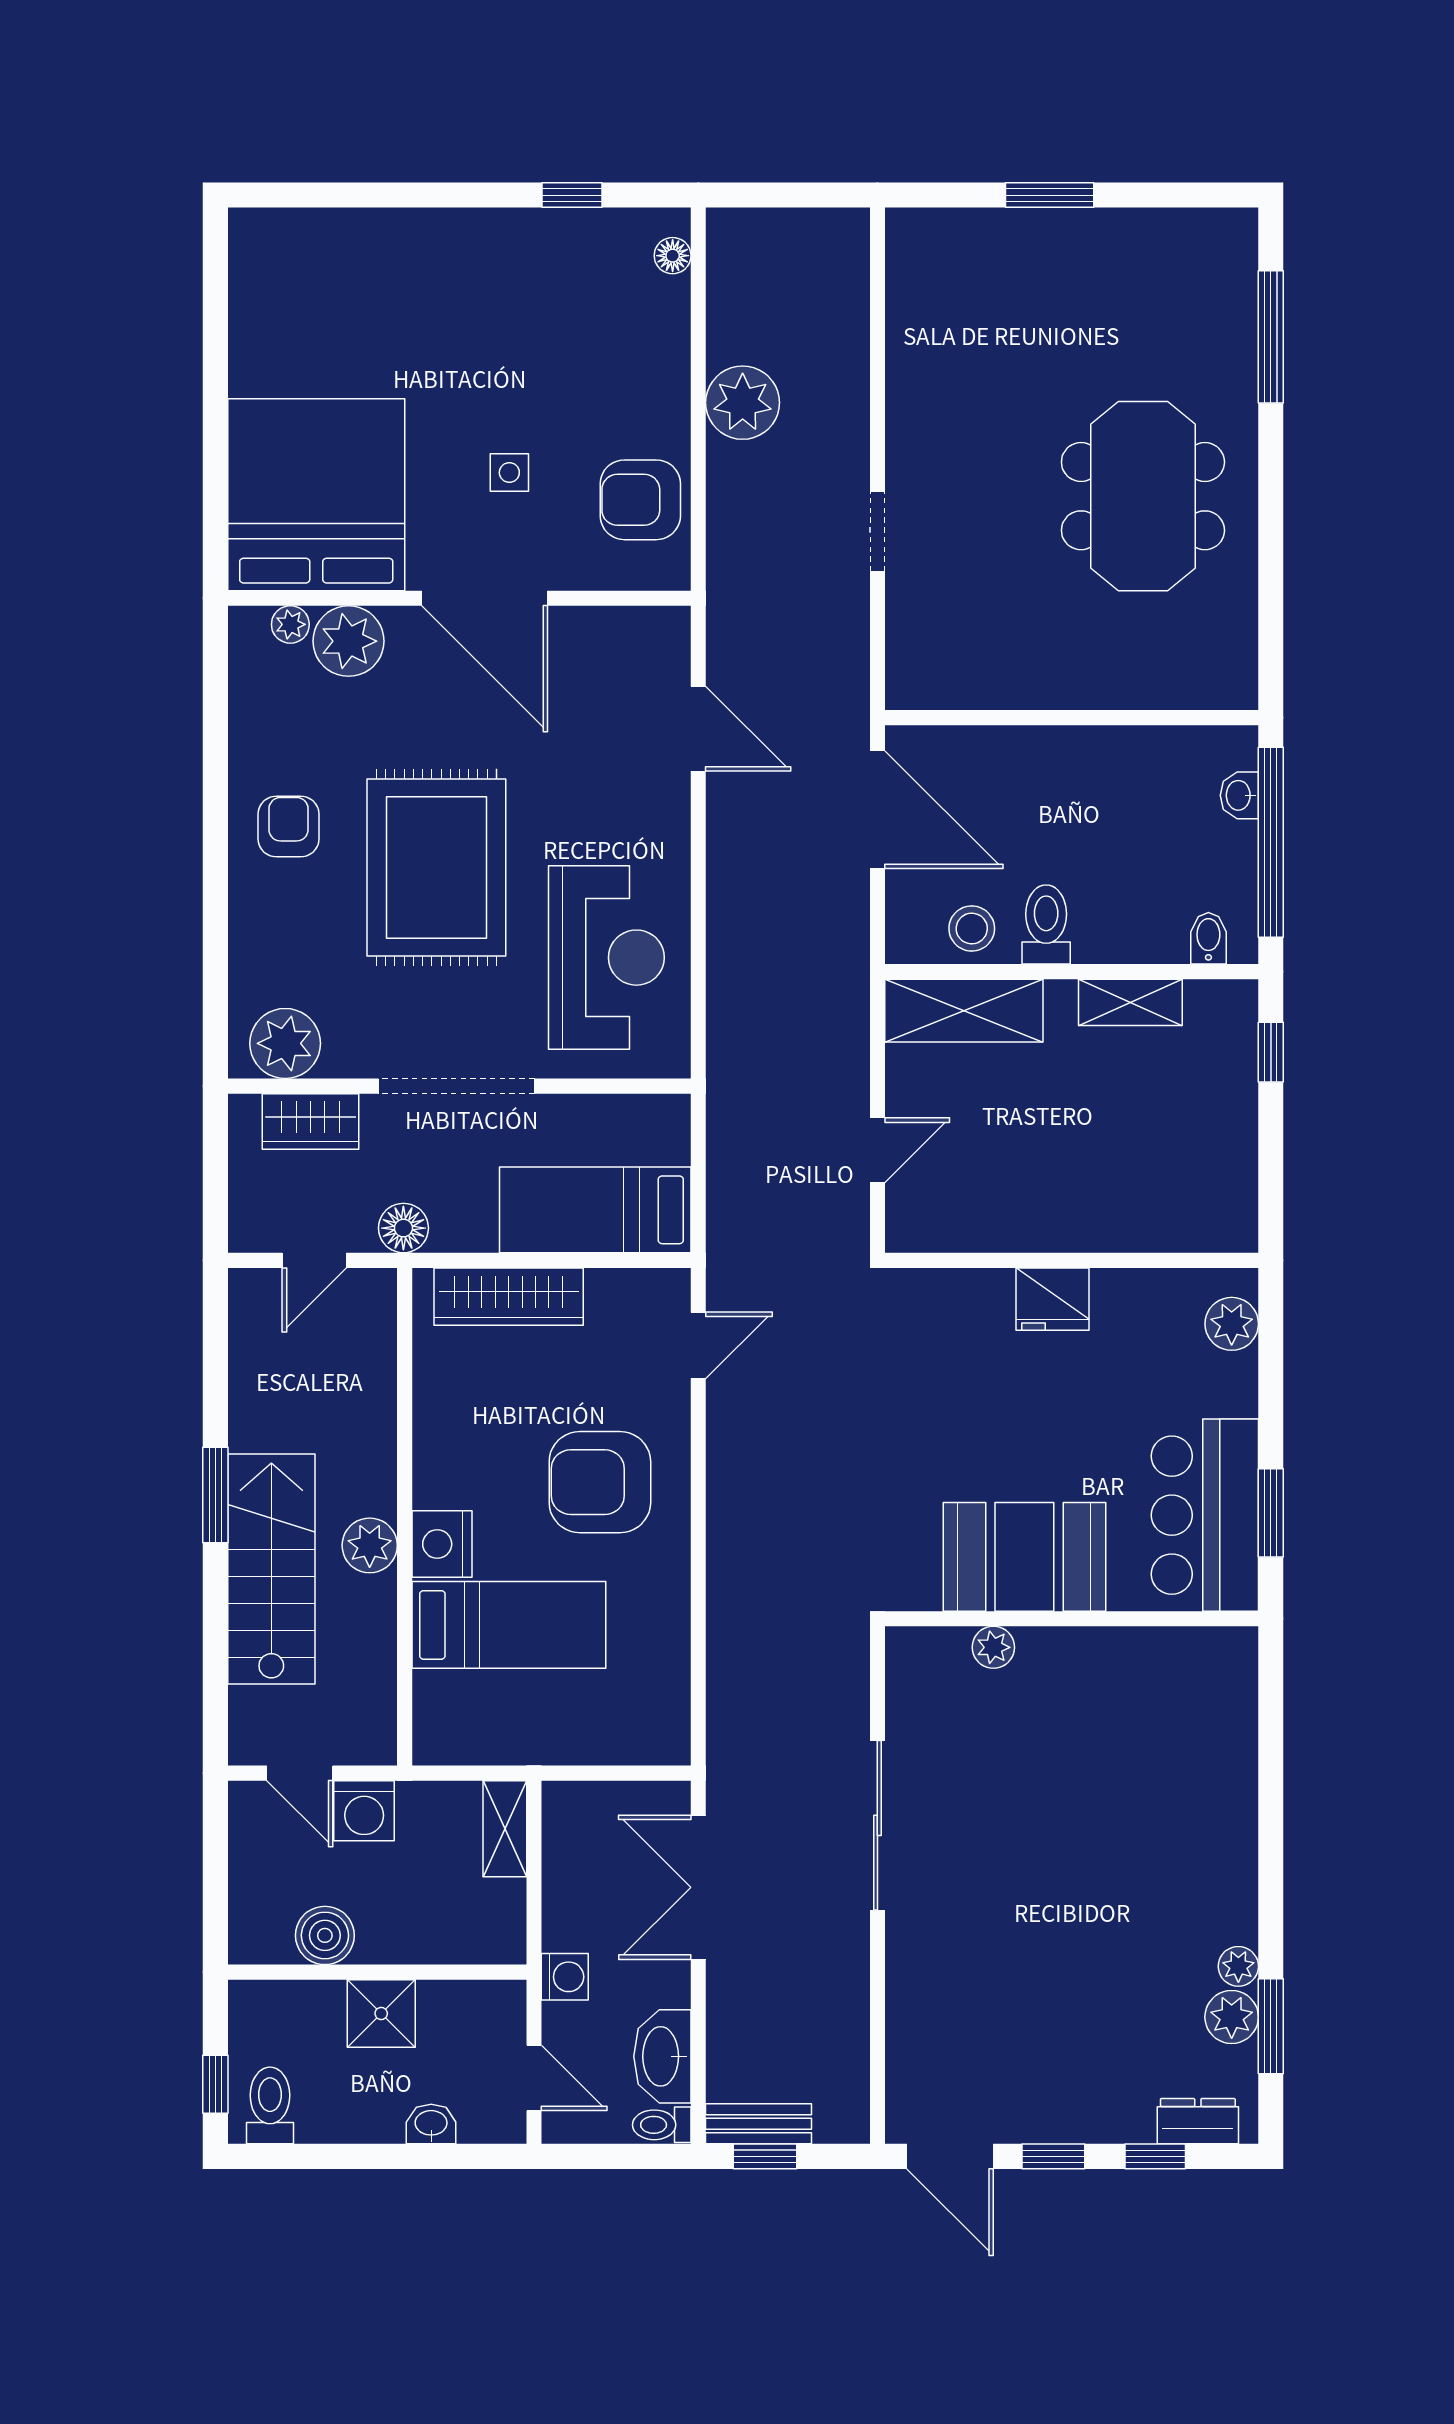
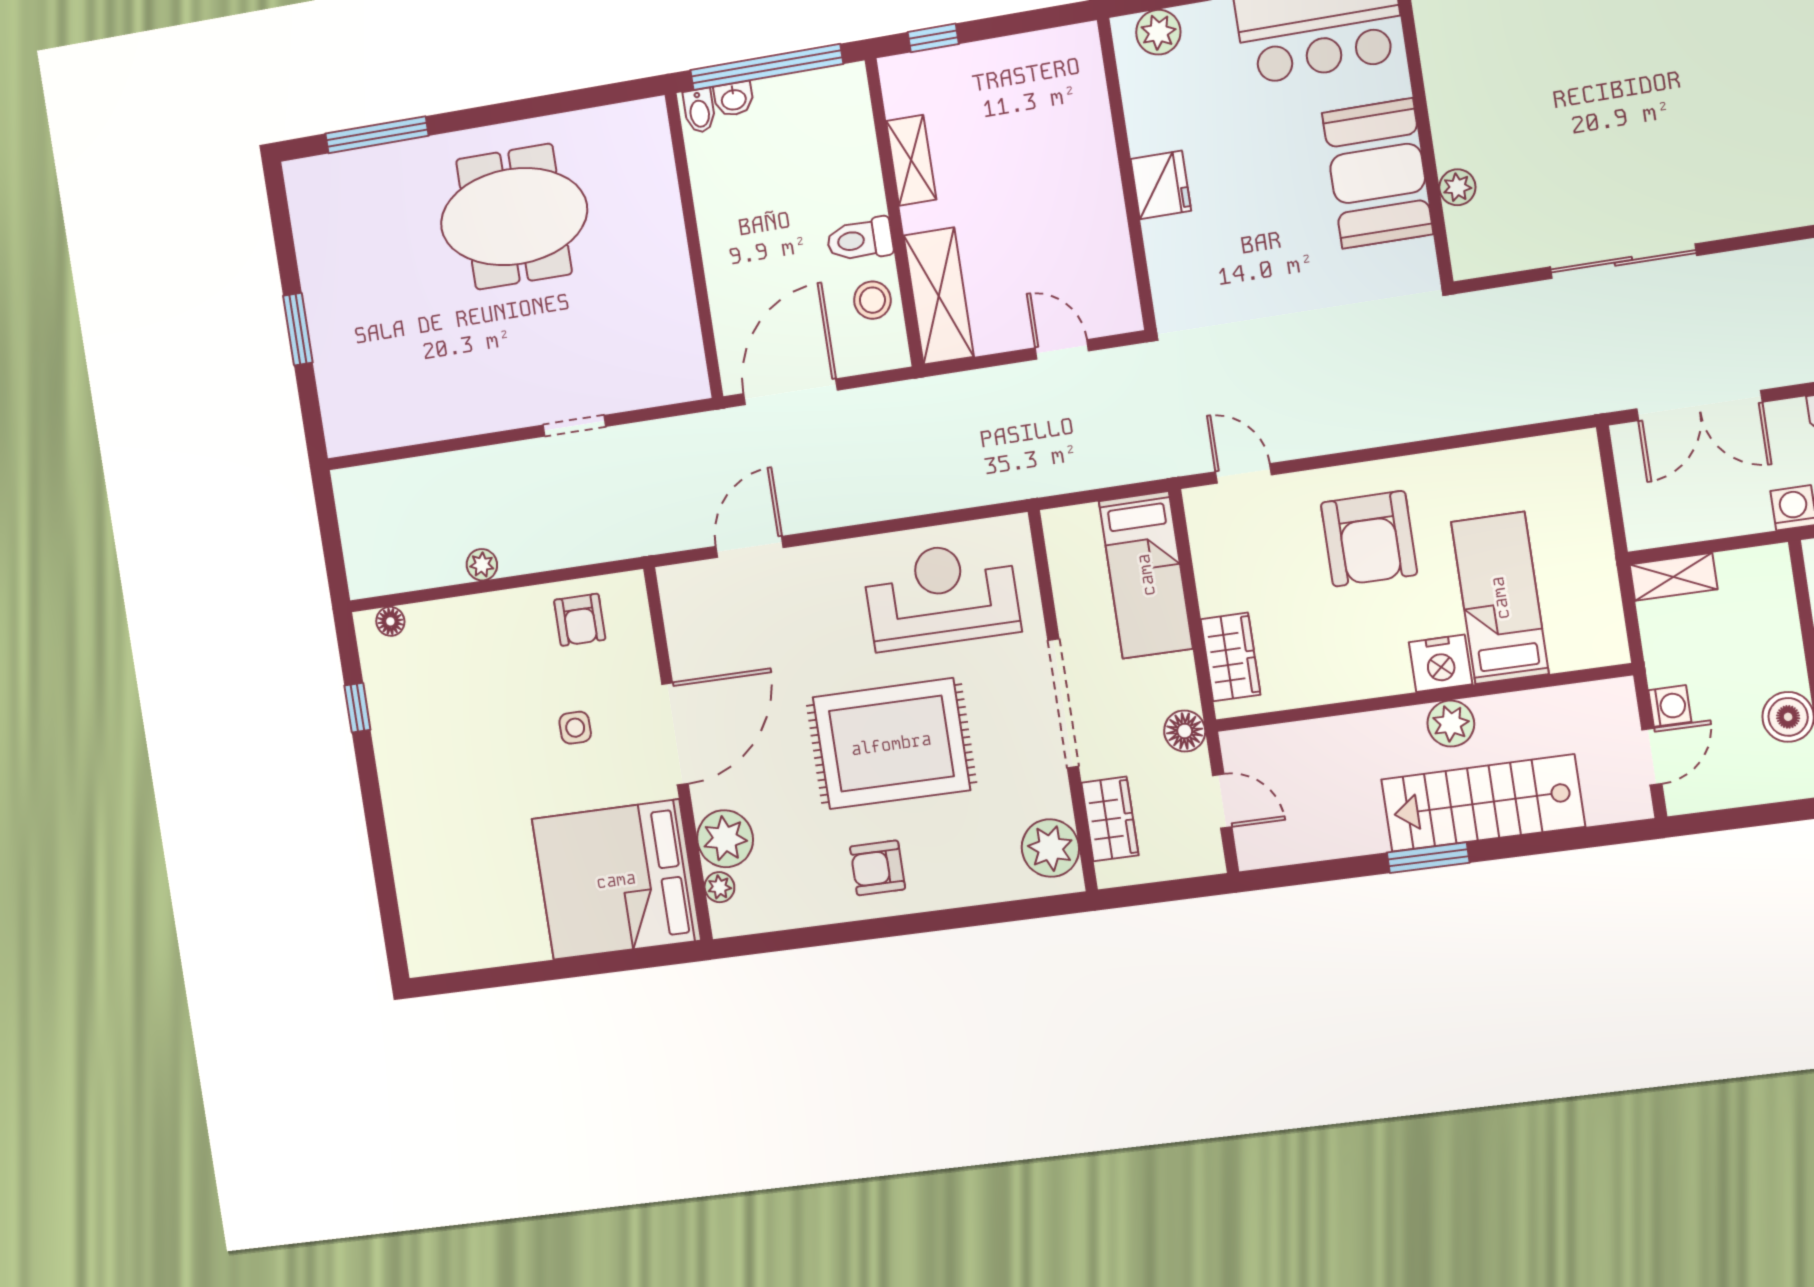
plant: (743, 403) -> (482, 565), width x0.53, depth x0.53
armchair: (640, 500) -> (580, 620), width x0.72, depth x0.72
bidet: (1208, 938) -> (699, 111), moved, turned -90
wardrobe: (509, 1297) -> (1231, 657), width x0.67
washing machine: (364, 1811) -> (1670, 706), width x0.73, depth x0.73

